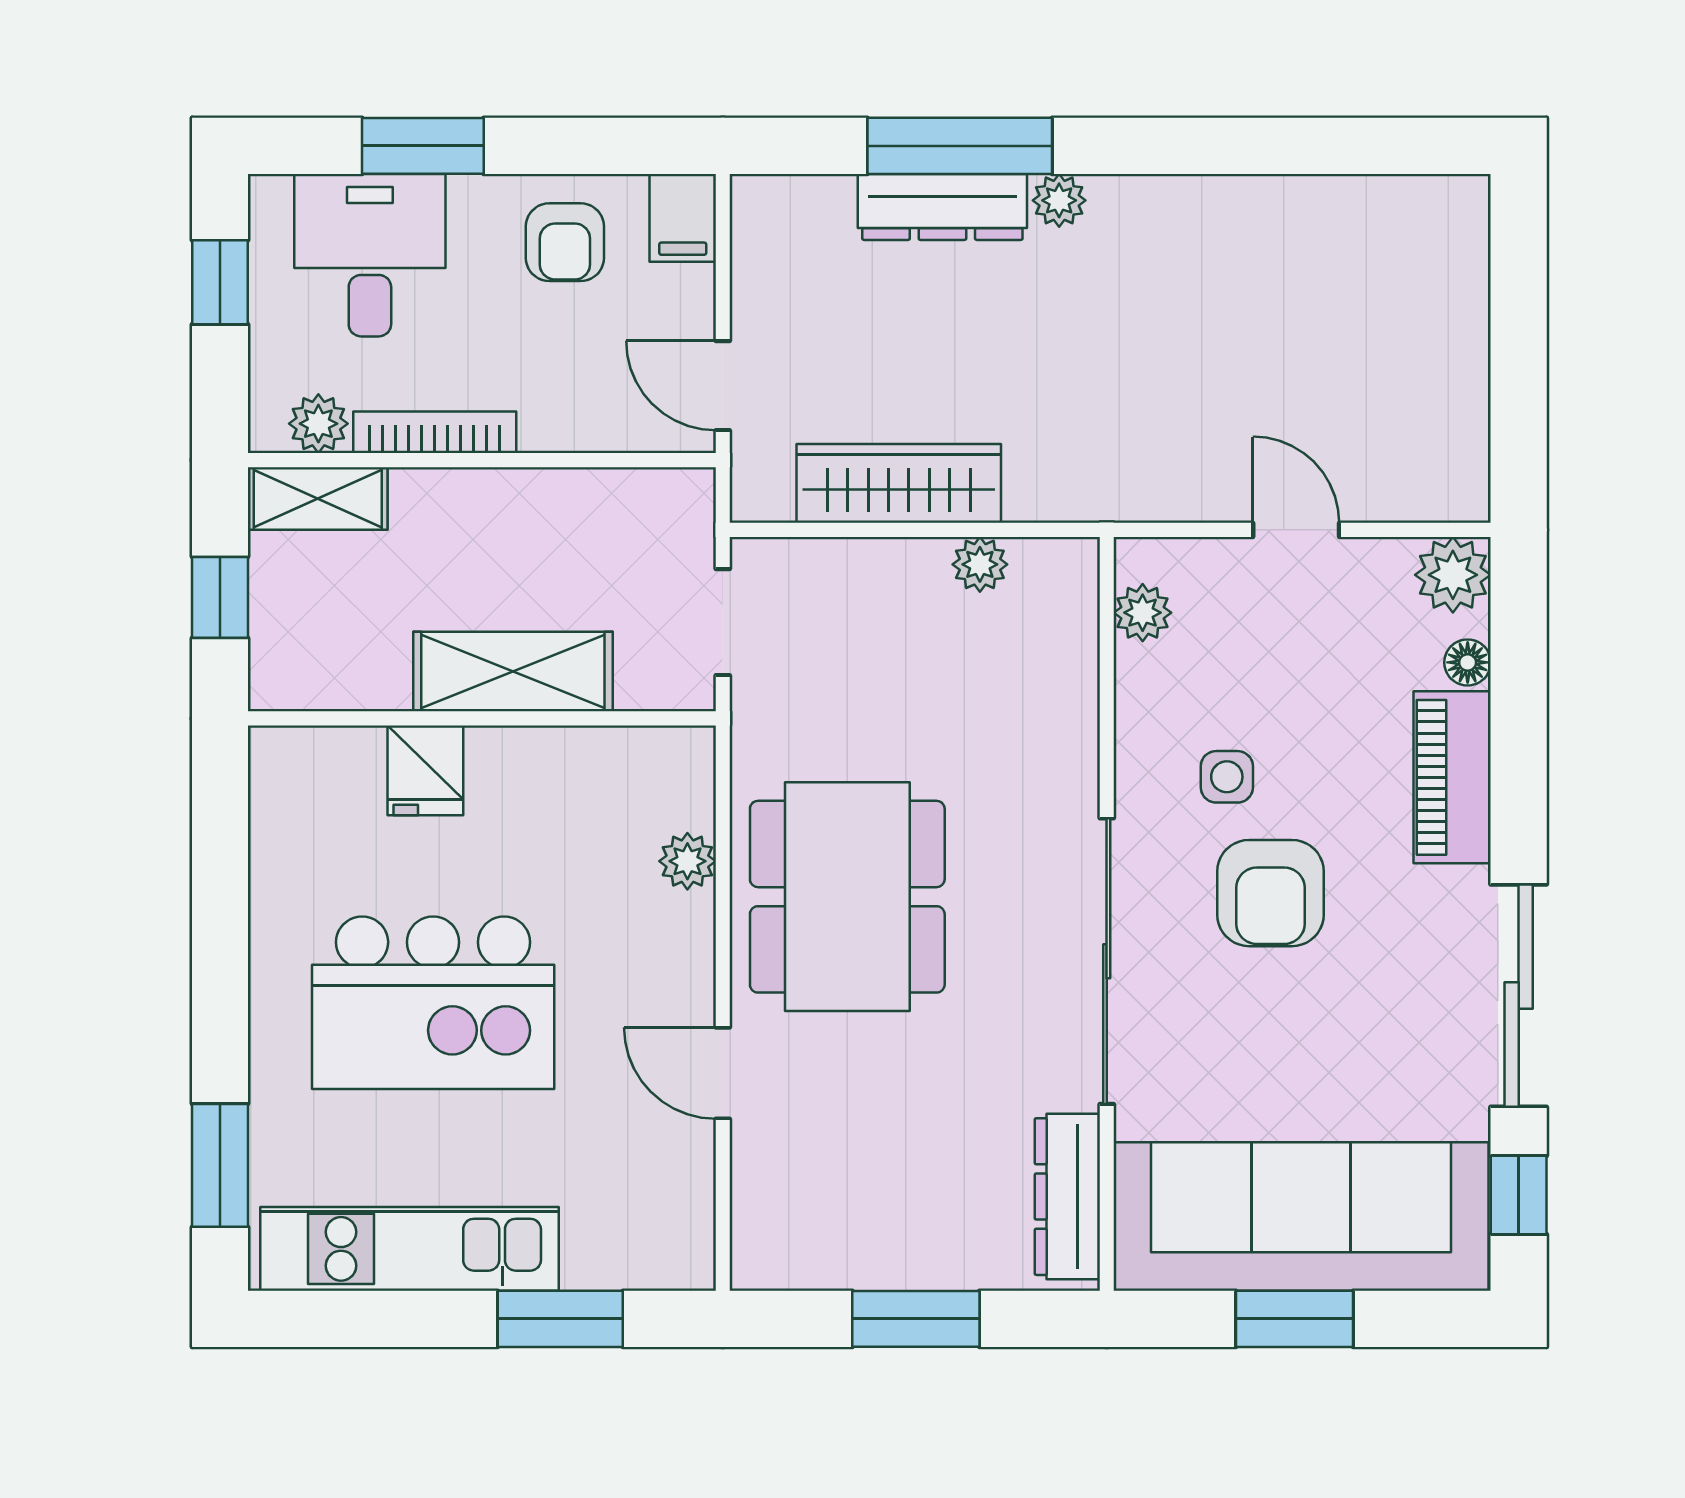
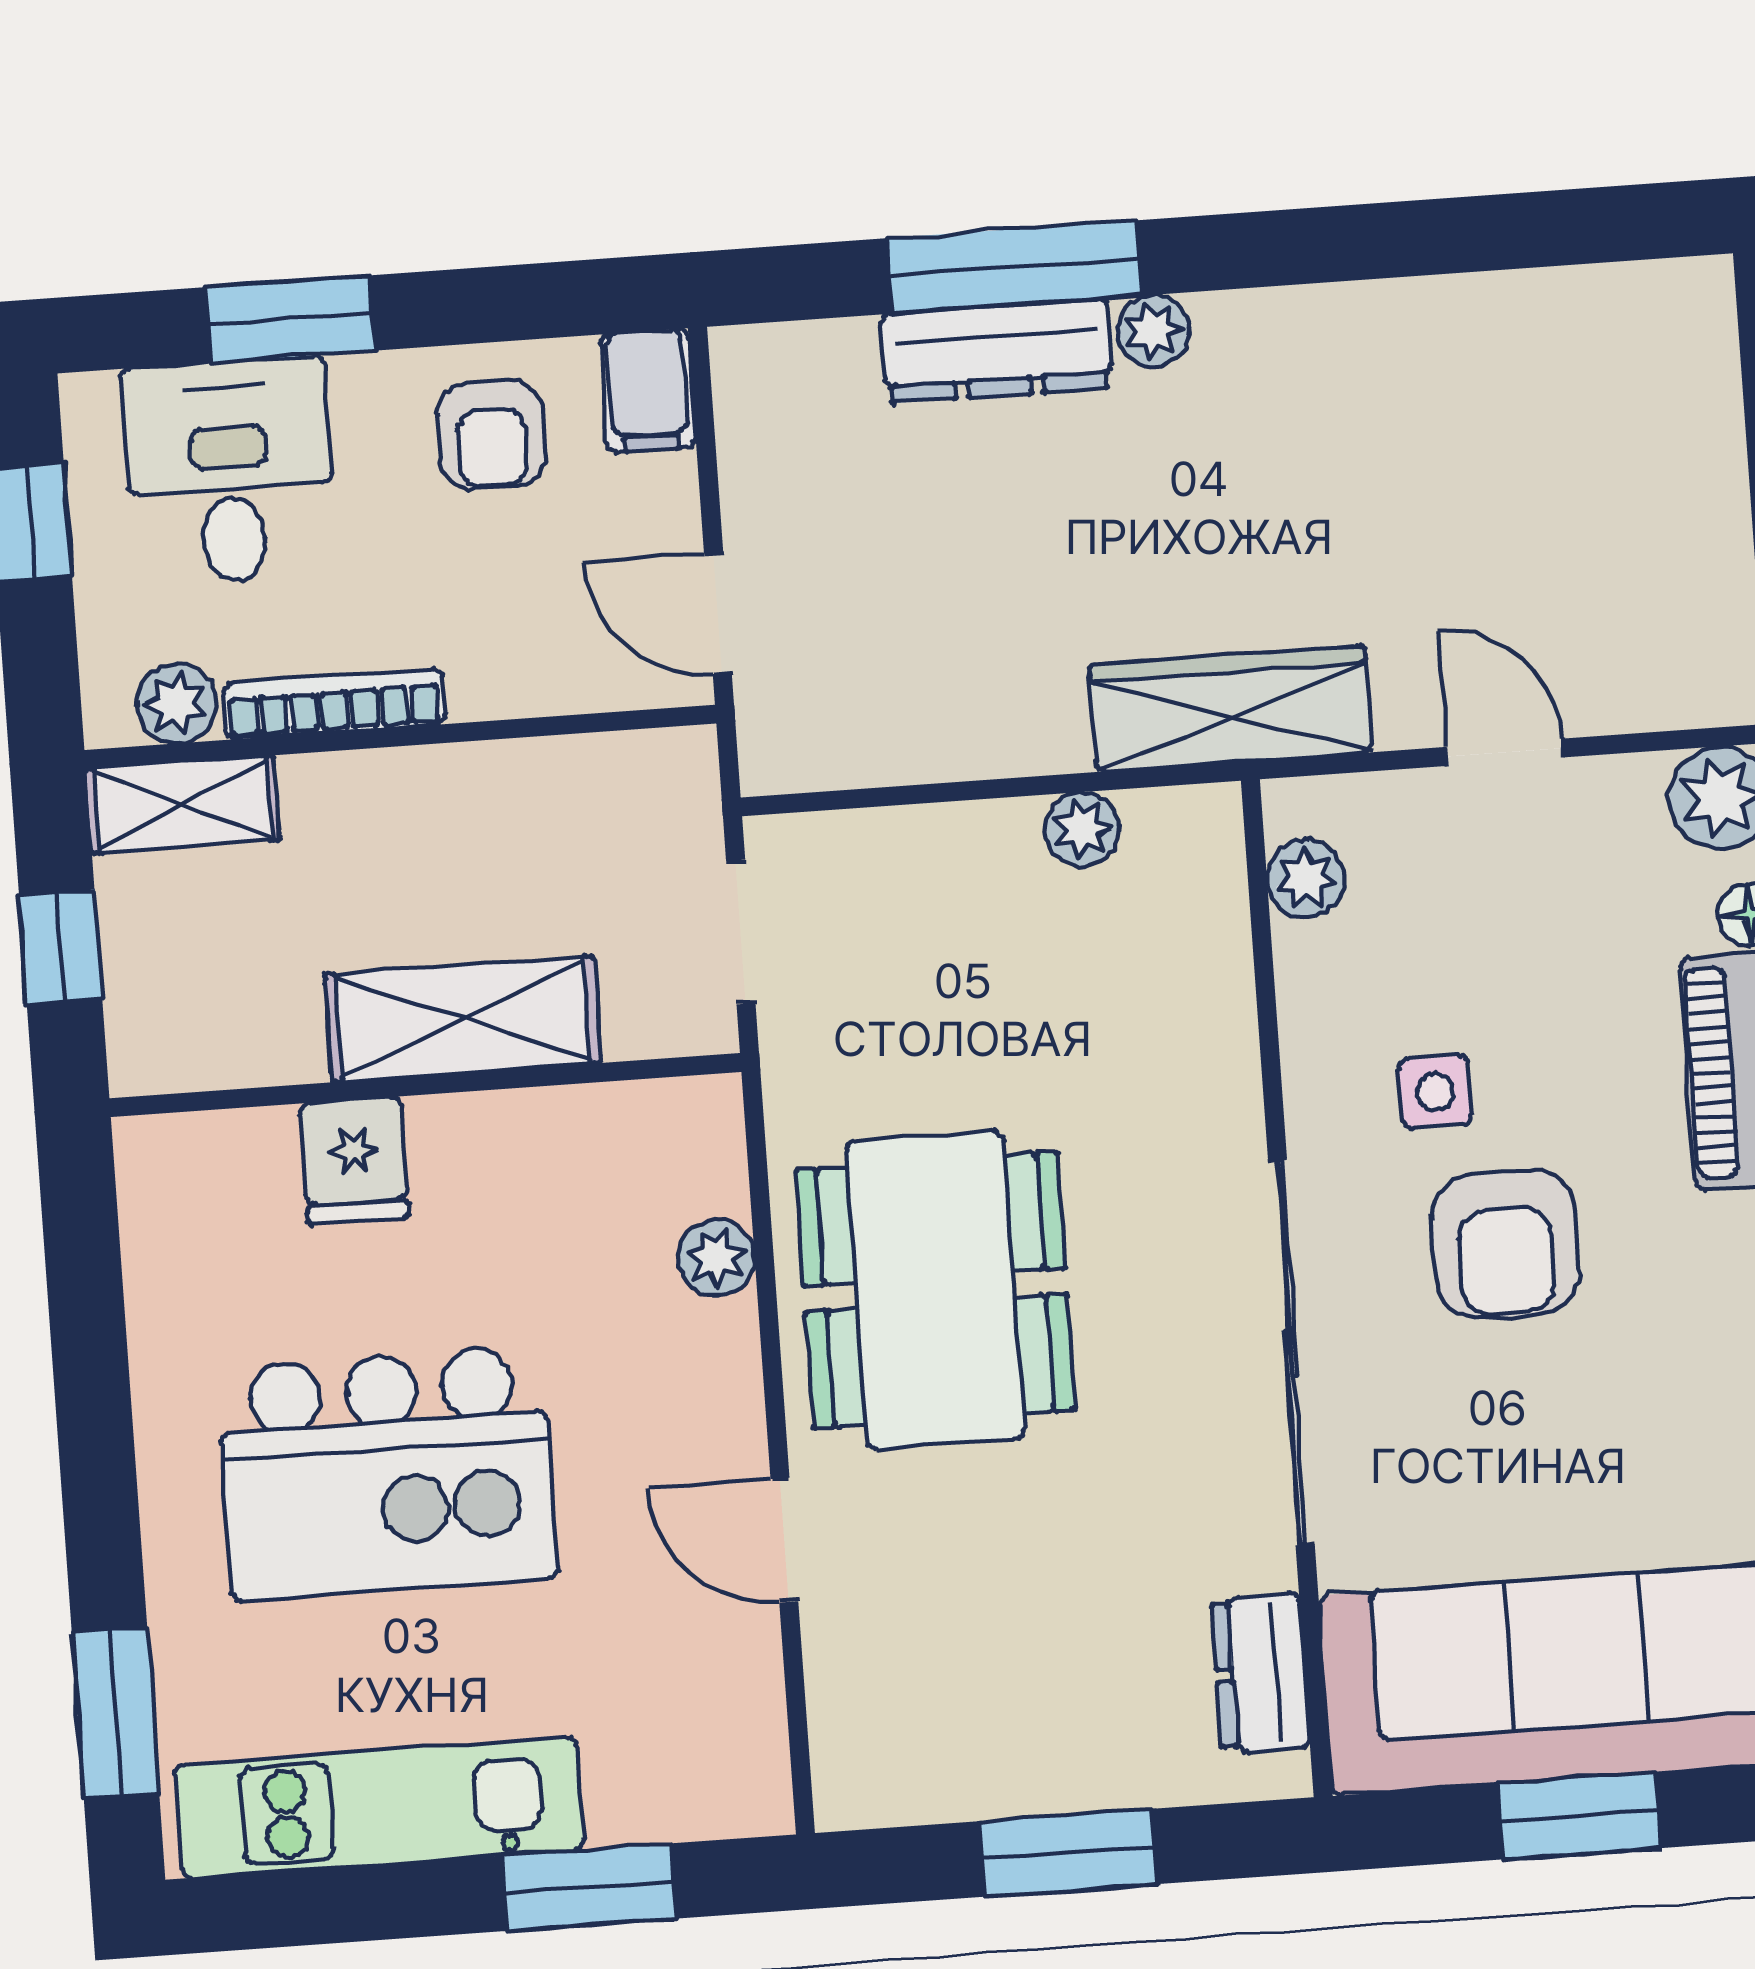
wardrobe: (899, 483) -> (1230, 709), moved
dresser: (1067, 1197) -> (1261, 1673), width x0.70

